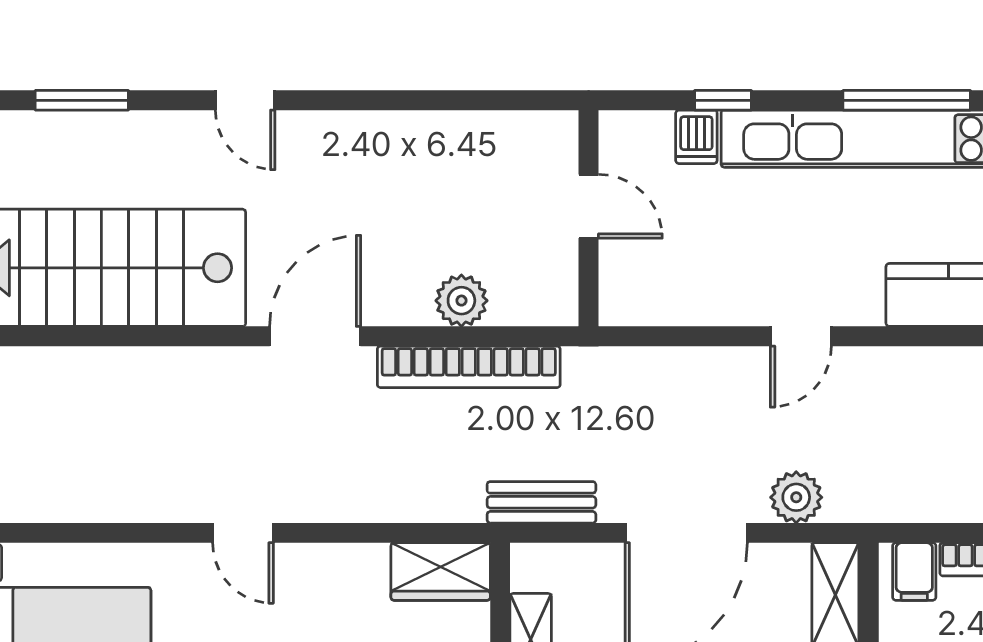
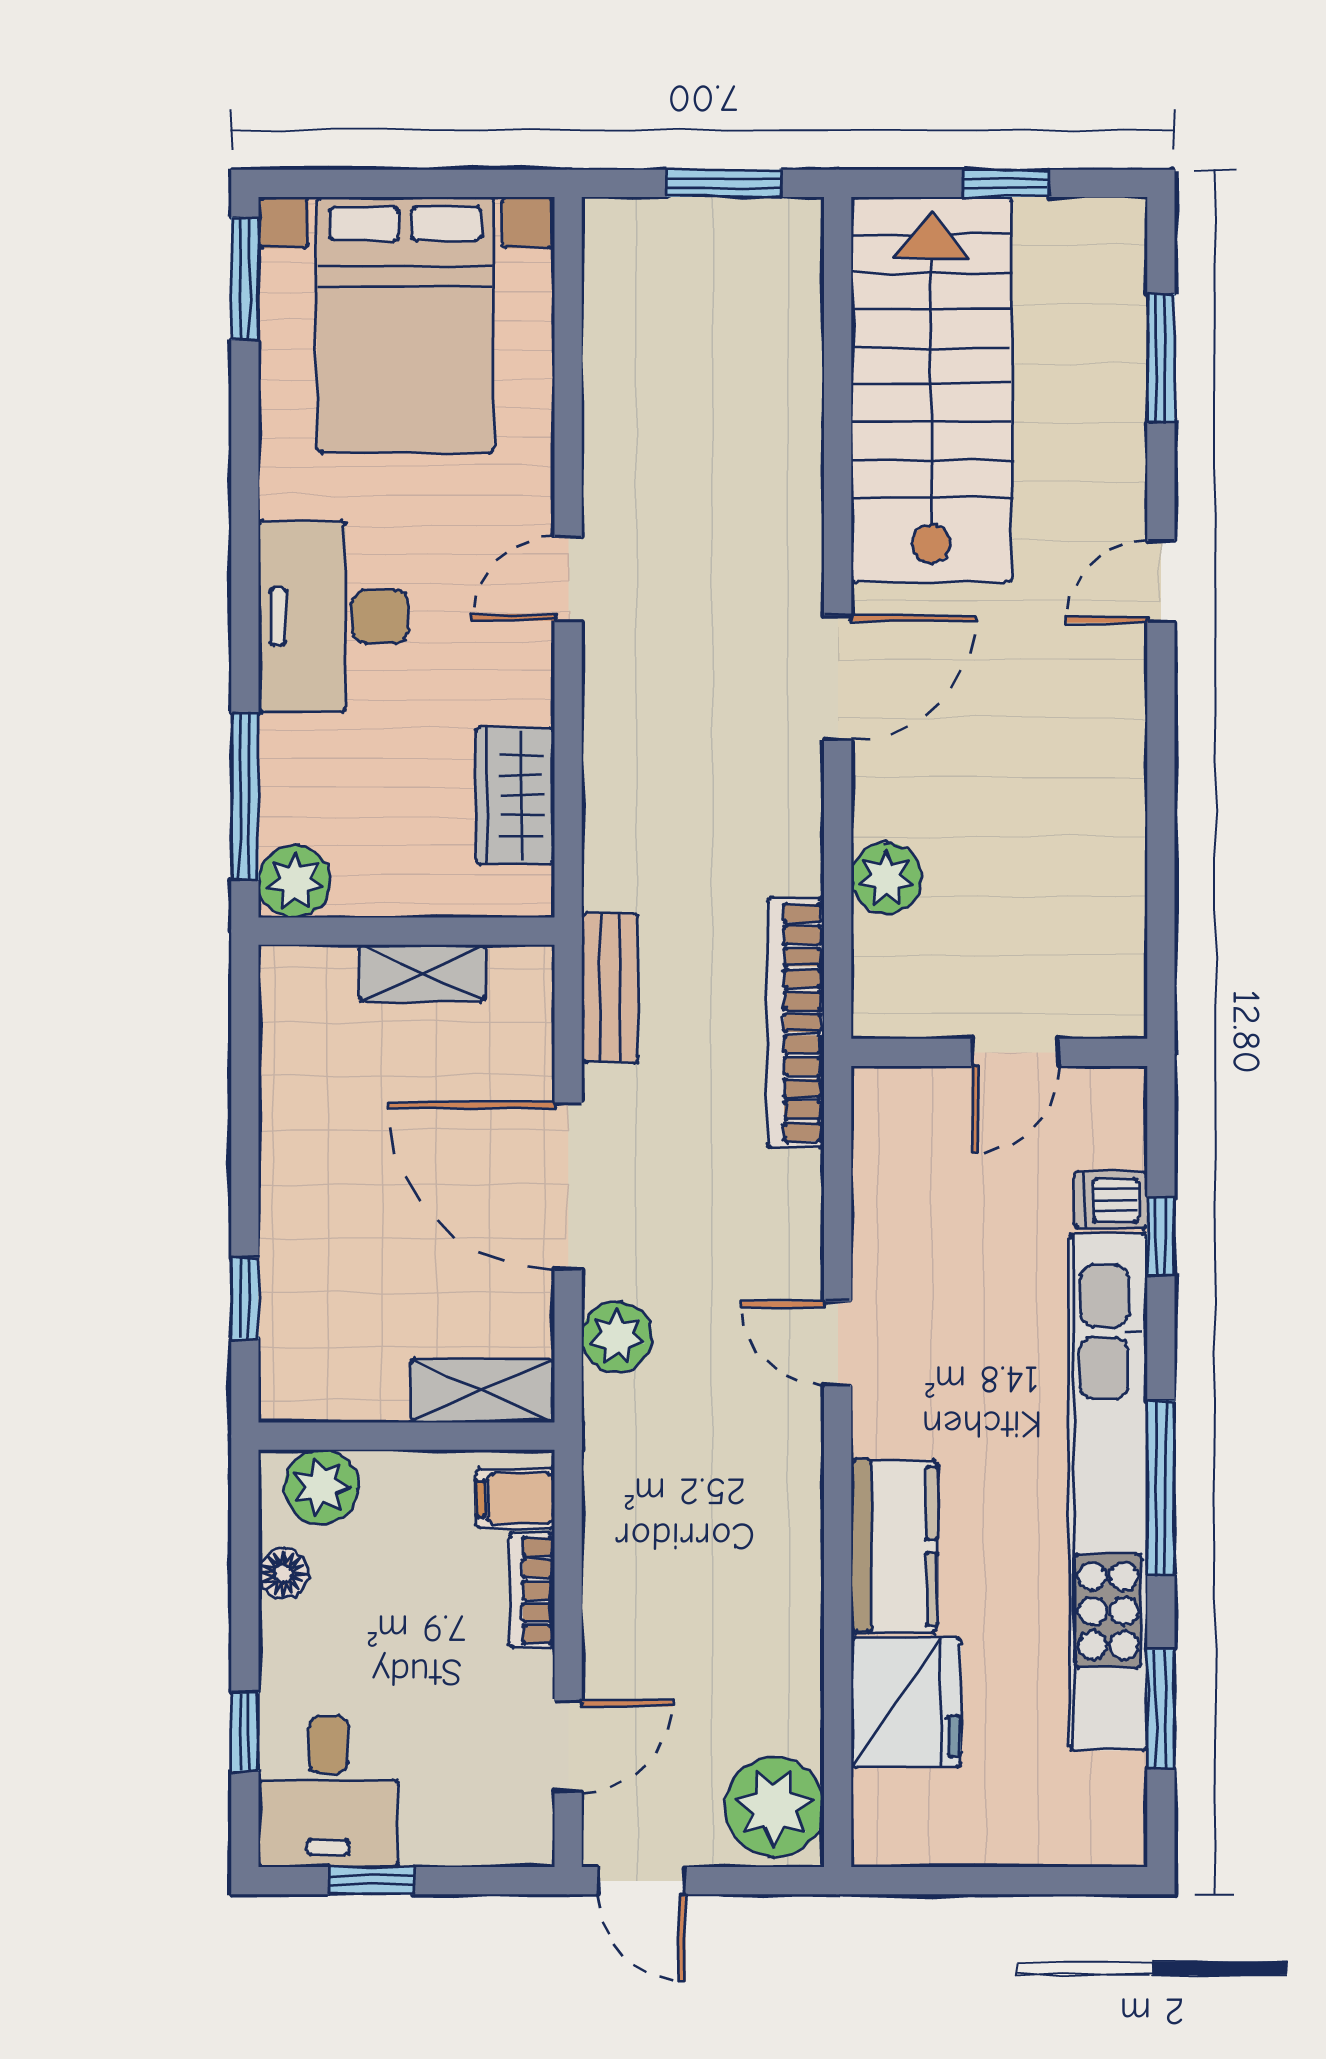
door: (315, 336) -> (838, 678), hinge flipped
bookcase: (469, 367) -> (796, 1023), moved
wardrobe: (441, 571) -> (515, 795), moved

